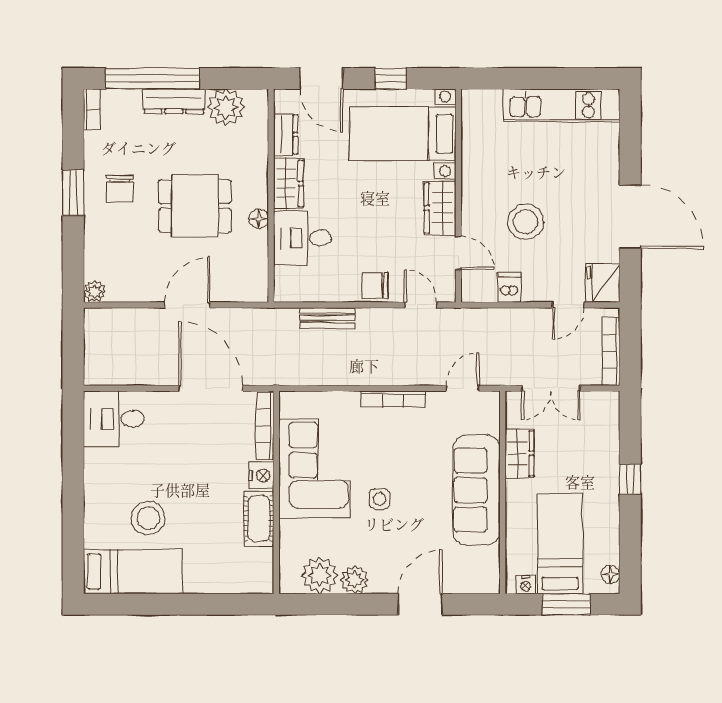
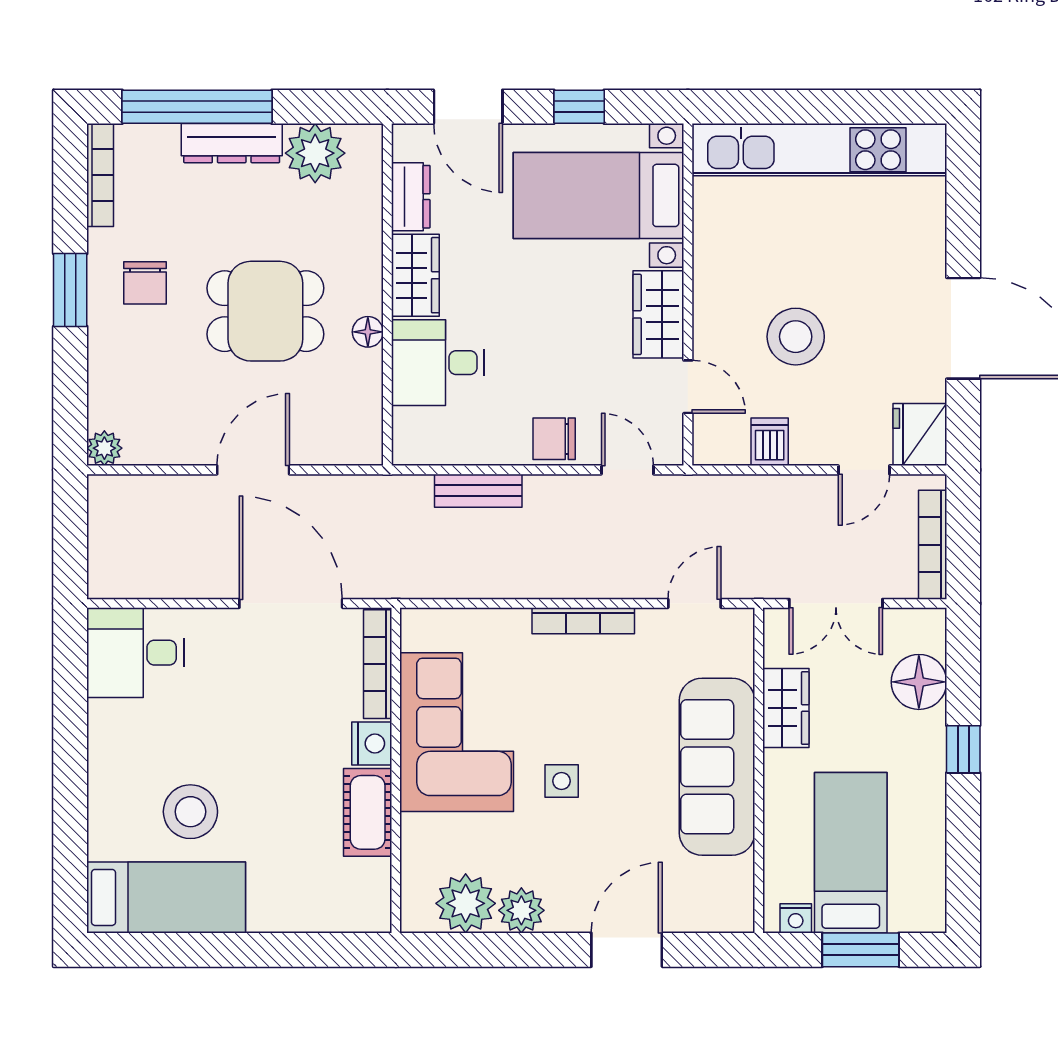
kitchen unit: (562, 105) -> (820, 150), width x1.36
bookcase: (92, 109) -> (100, 175), width x1.56
floor lamp: (611, 574) -> (919, 682), moved, width x1.89, depth x1.89

